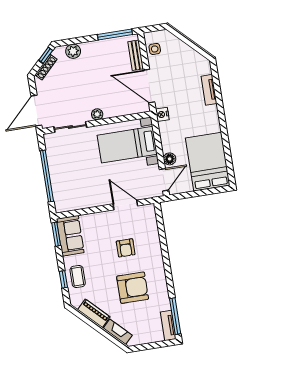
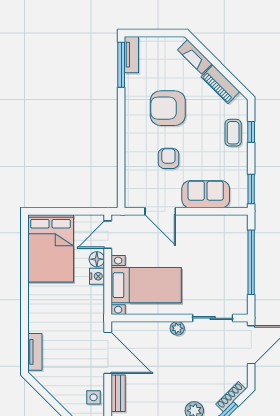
tv unit: (209, 90) -> (35, 352), moved
nightstand: (162, 114) -> (97, 276), moved
sofa: (70, 236) -> (206, 194), moved, turned 90

